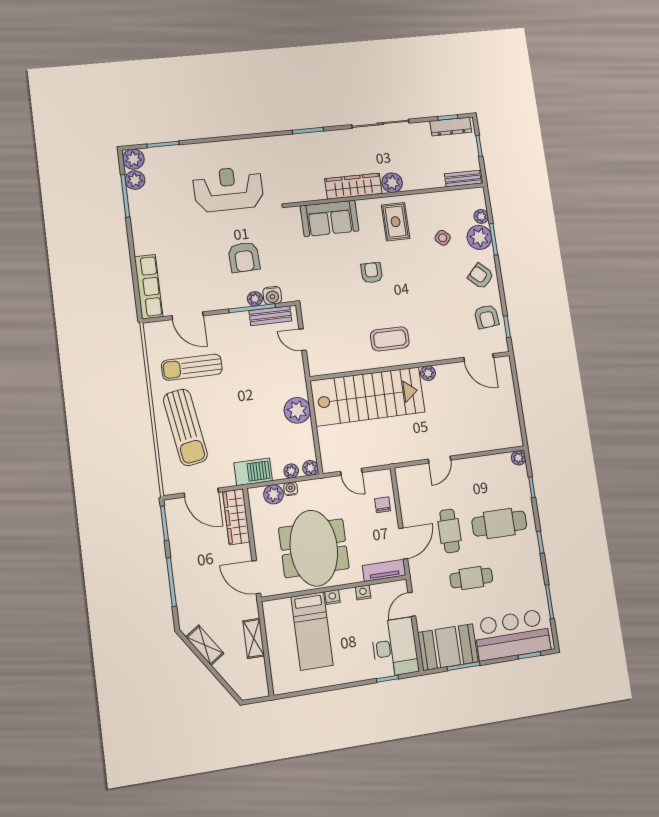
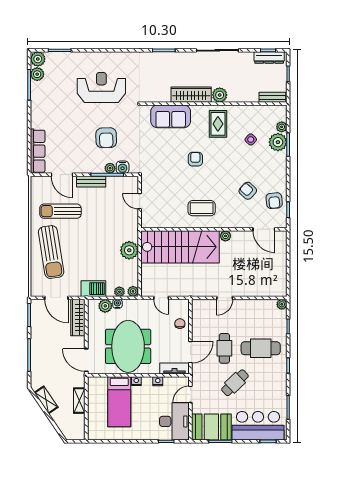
armchair: (481, 276) -> (248, 191), moved
bench: (270, 316) -> (91, 182), moved
cafe table: (471, 578) -> (235, 383), turned -44

